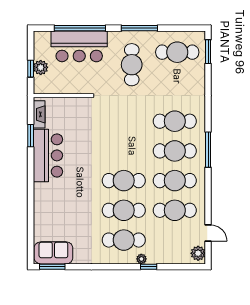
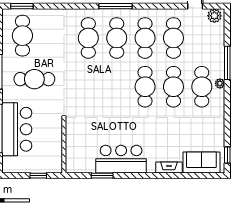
plant: (41, 67) -> (37, 166), removed
fireplace: (39, 114) -> (169, 168), moved
sofa: (53, 253) -> (201, 162), moved, turned 90
plant: (141, 259) -> (220, 83), moved
window: (52, 267) -> (227, 155), width x0.67
window: (149, 267) -> (227, 63), width x2.17

